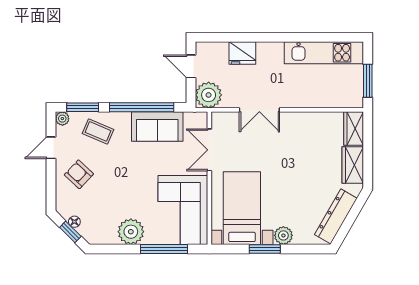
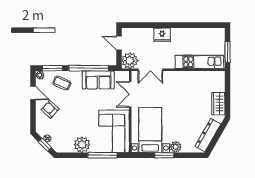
fridge: (242, 53) -> (162, 35), moved
kitchen unit: (324, 53) -> (199, 62), moved, turned 180
double door: (259, 110) -> (150, 70), moved
wardrobe: (354, 128) -> (219, 81), removed
door: (51, 148) -> (33, 93), swing flipped

